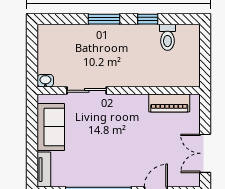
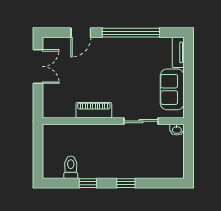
window: (104, 19) -> (126, 183), width x0.67
piano: (169, 103) -> (94, 110), moved

